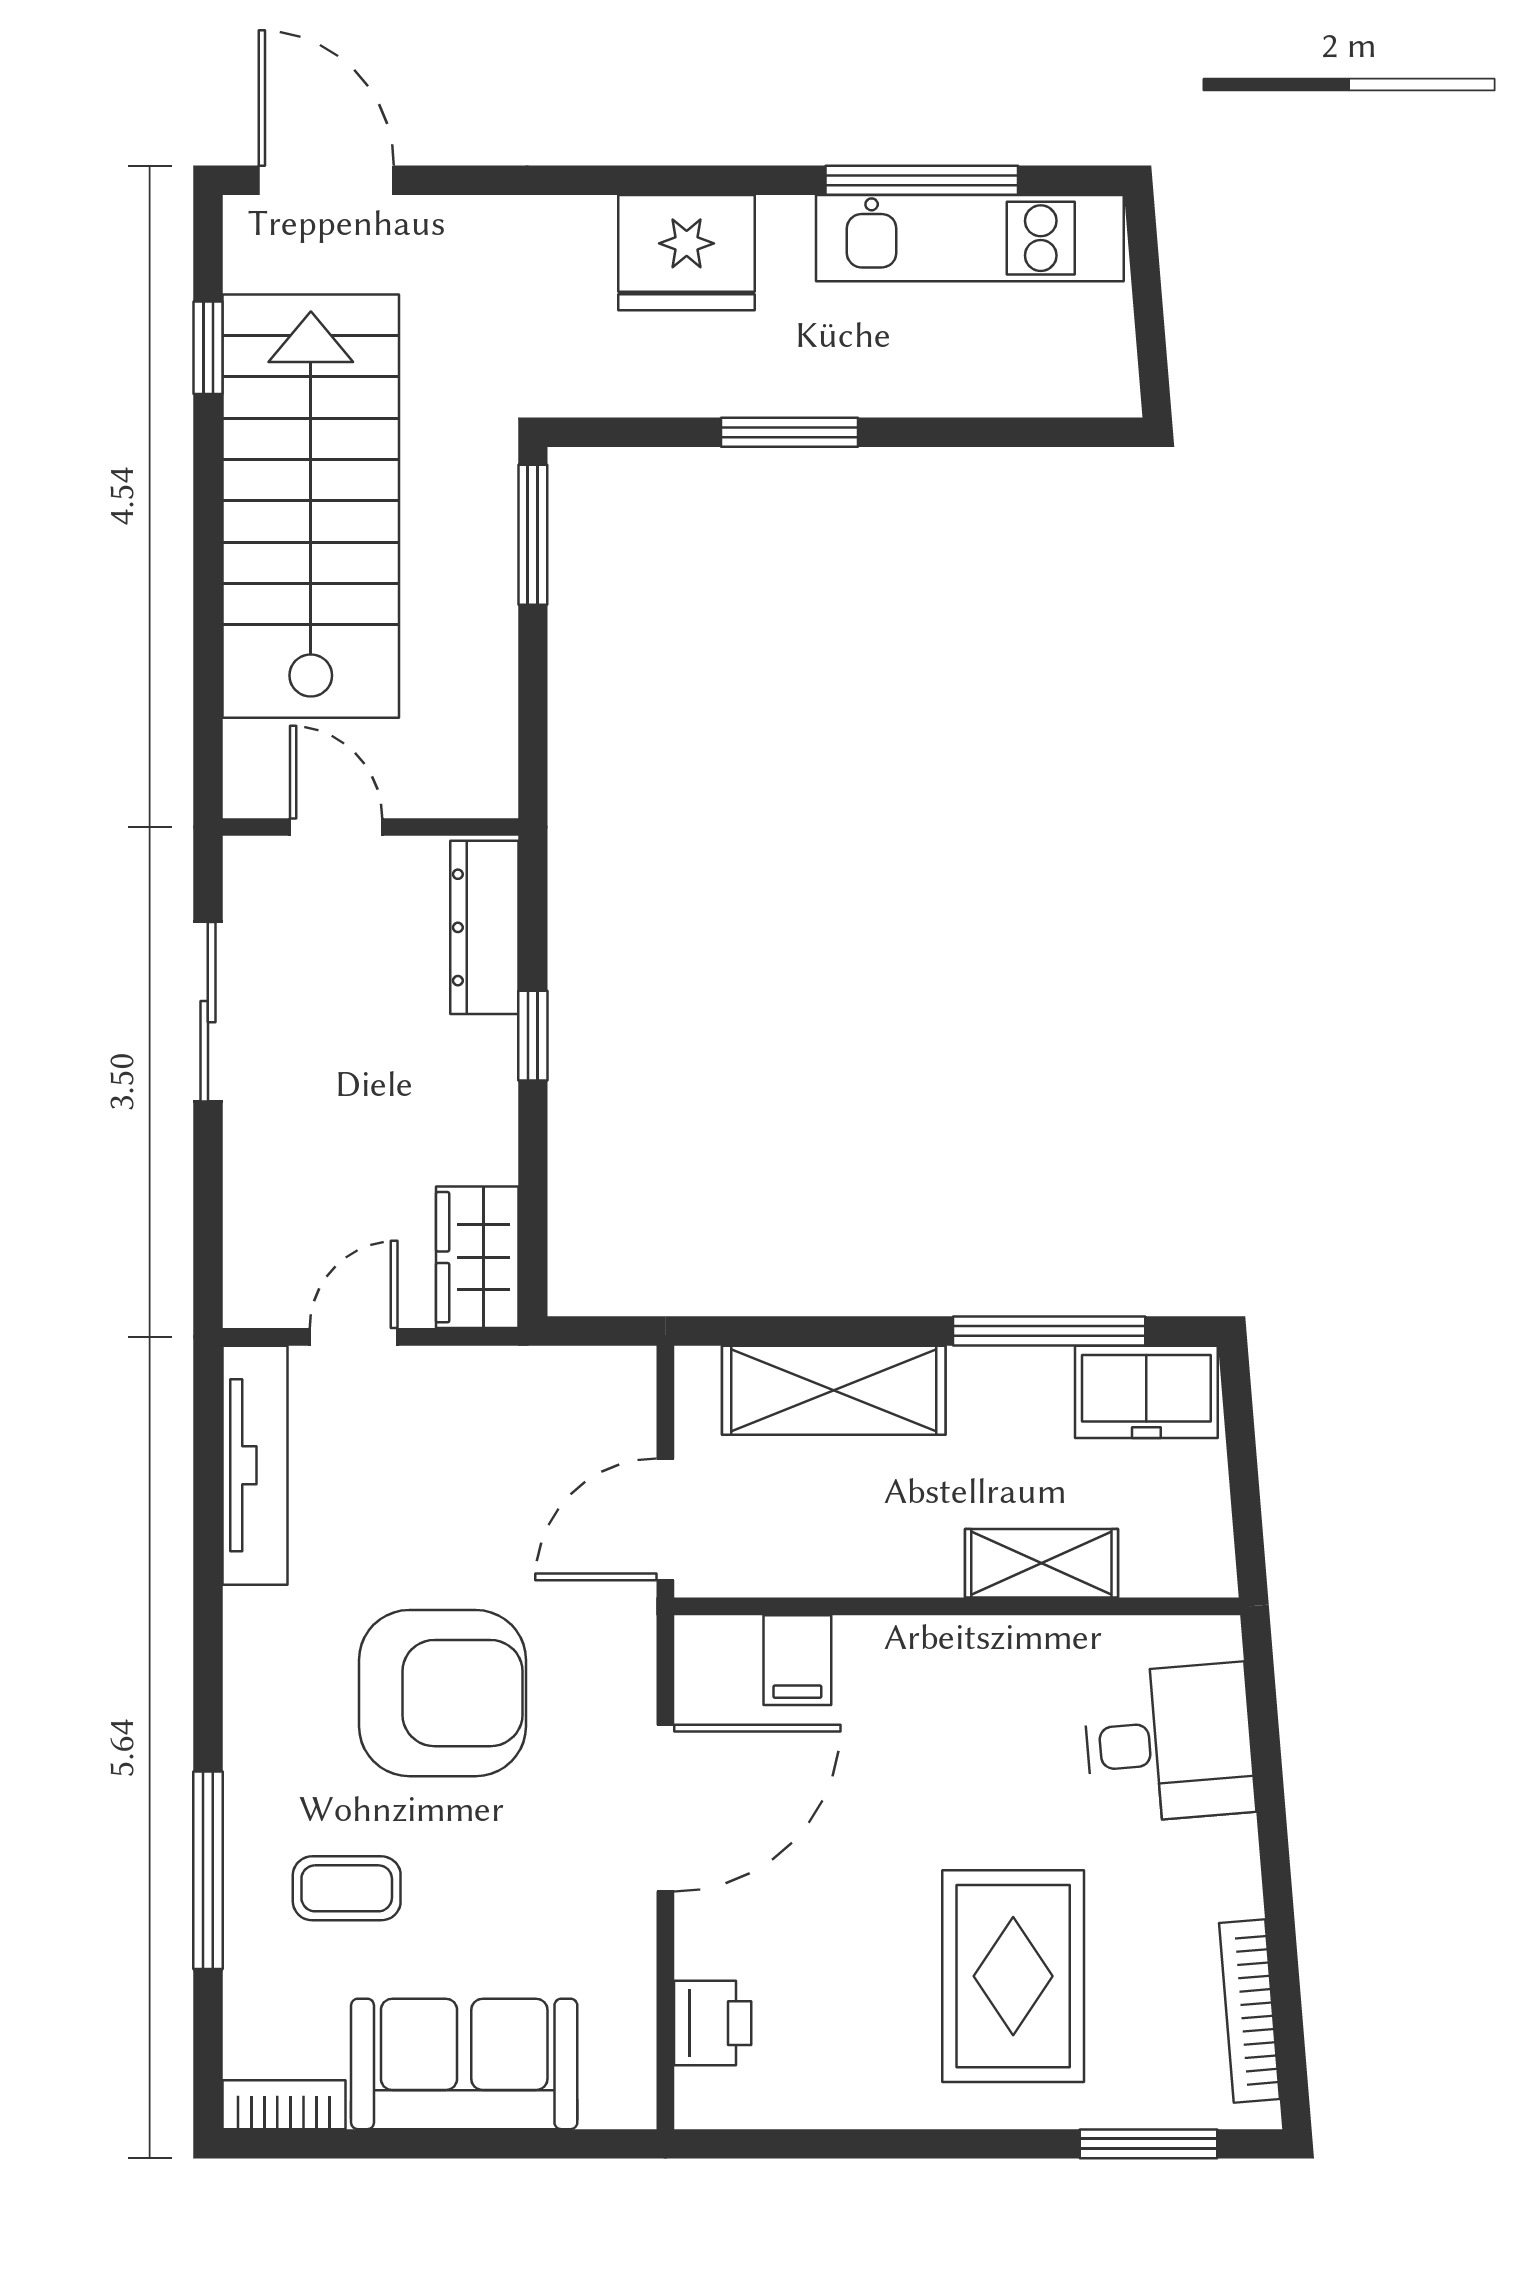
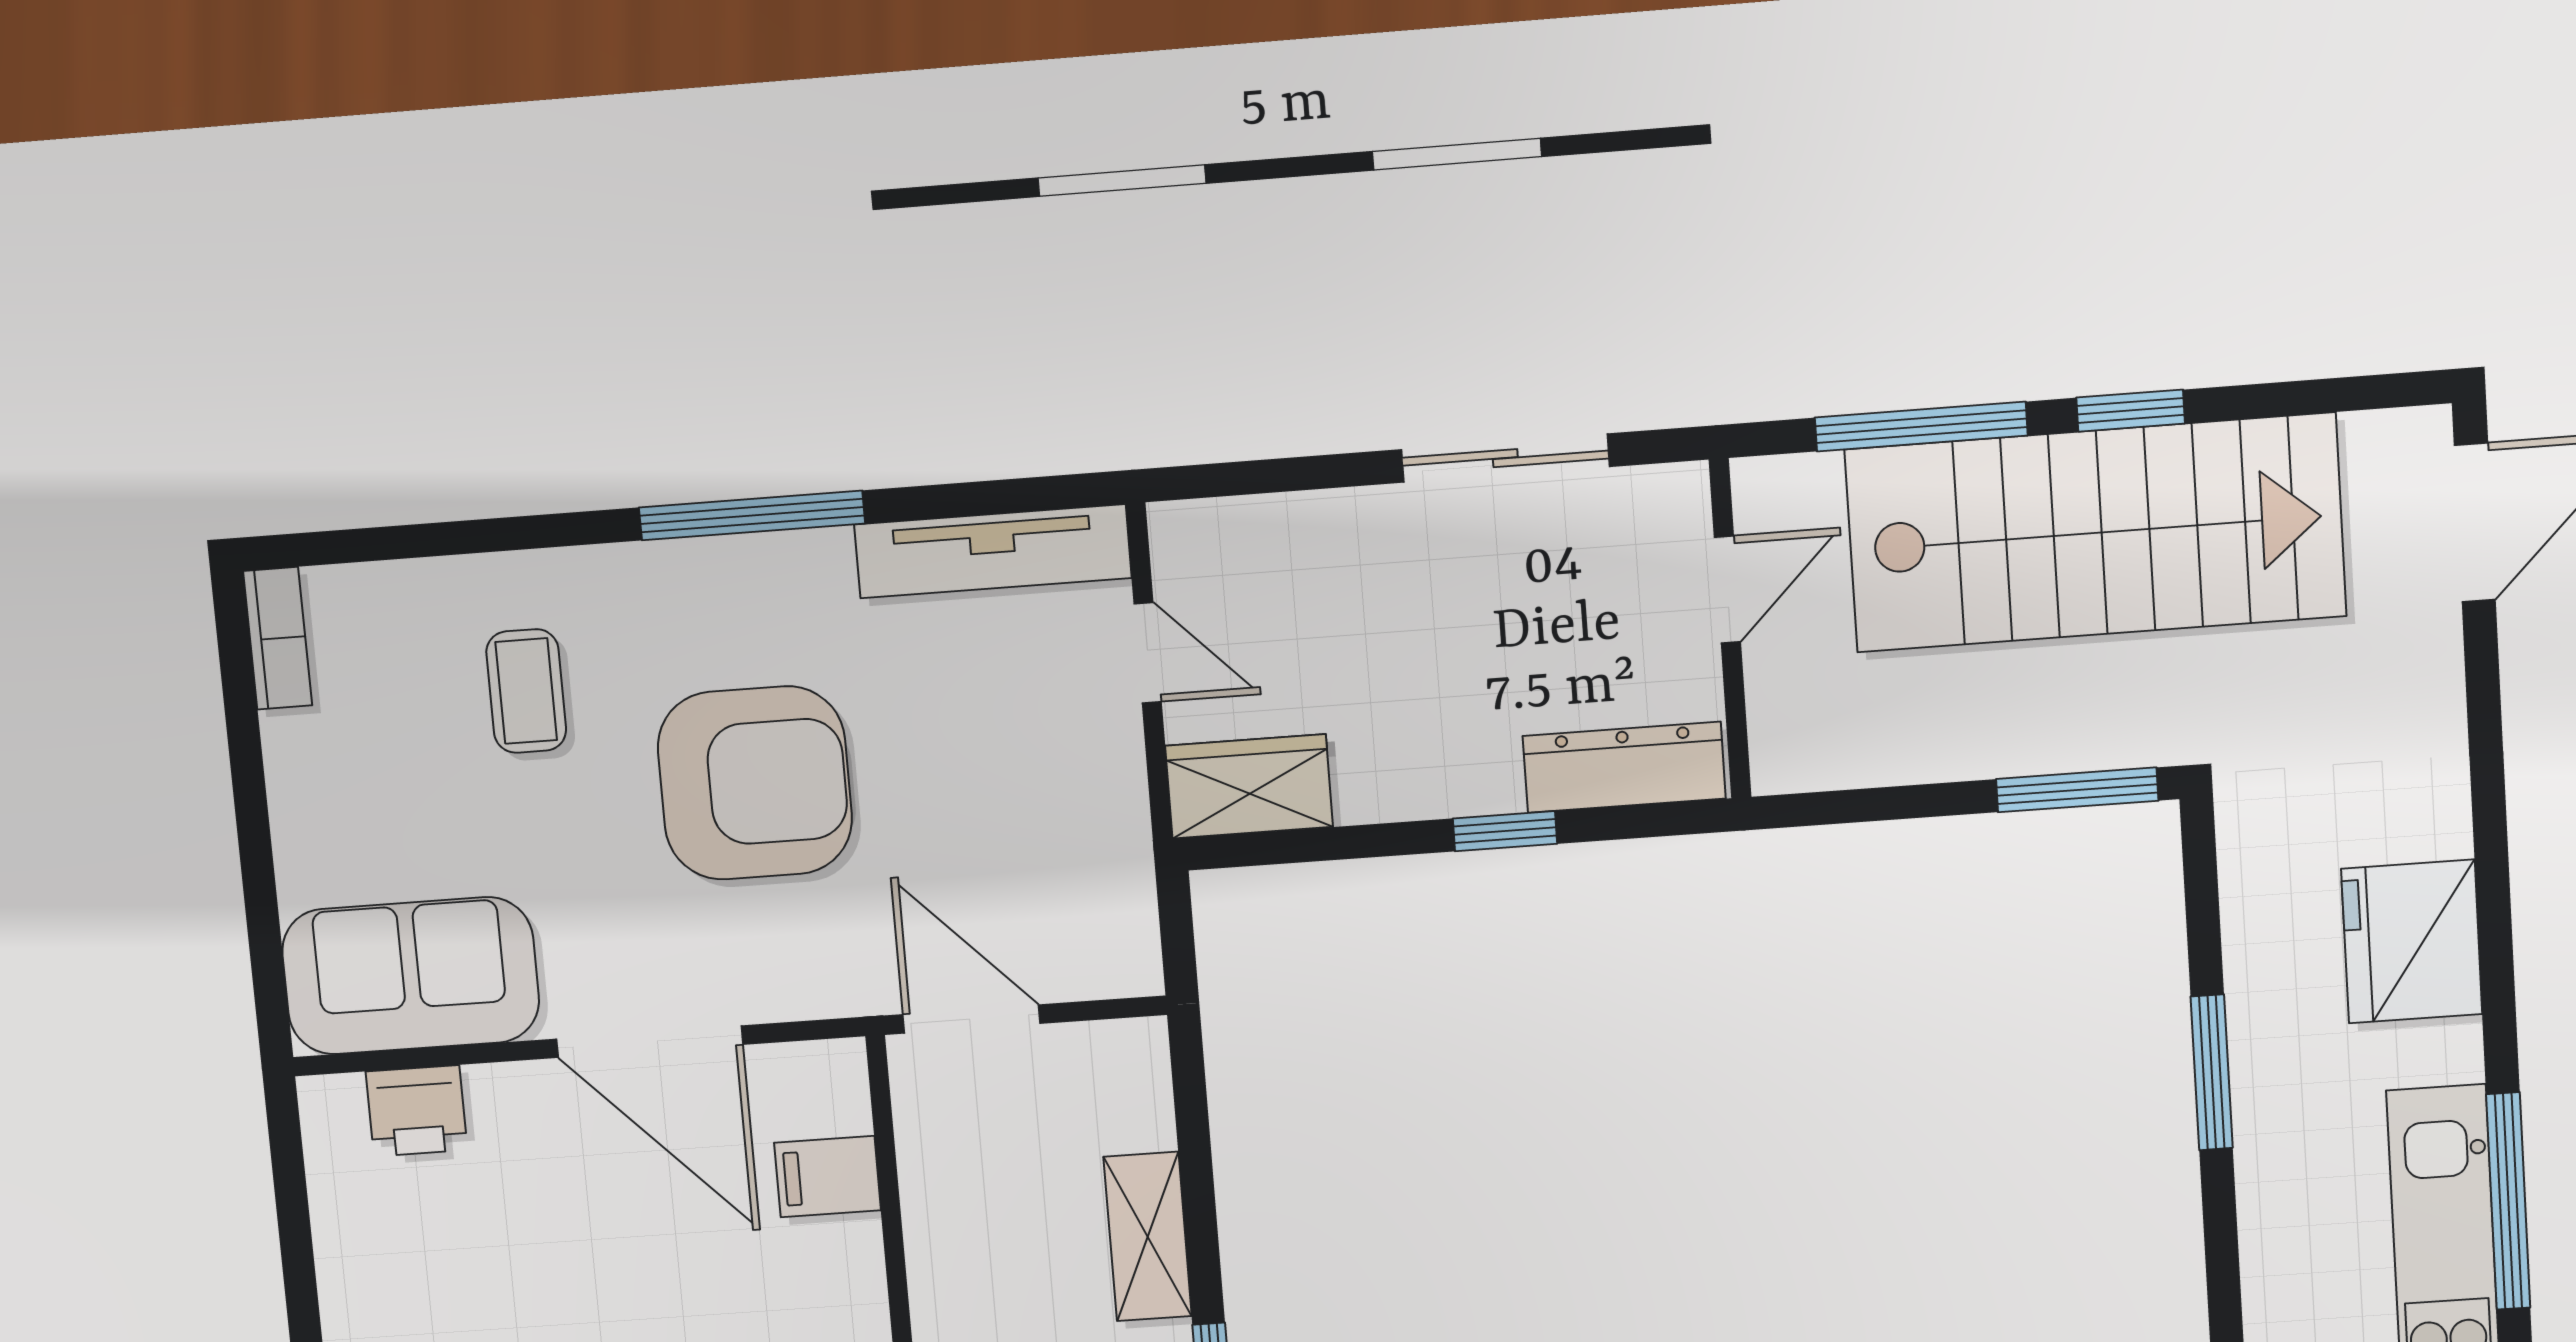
window: (208, 348) -> (2131, 411), moved
window: (208, 650) -> (1921, 426), added
shelving: (834, 1390) -> (1148, 1236), width x0.67, depth x0.75
armchair: (443, 1693) -> (755, 783), turned -90
window: (208, 1870) -> (752, 515), moved
sofa: (464, 2064) -> (411, 976), moved, turned -90

